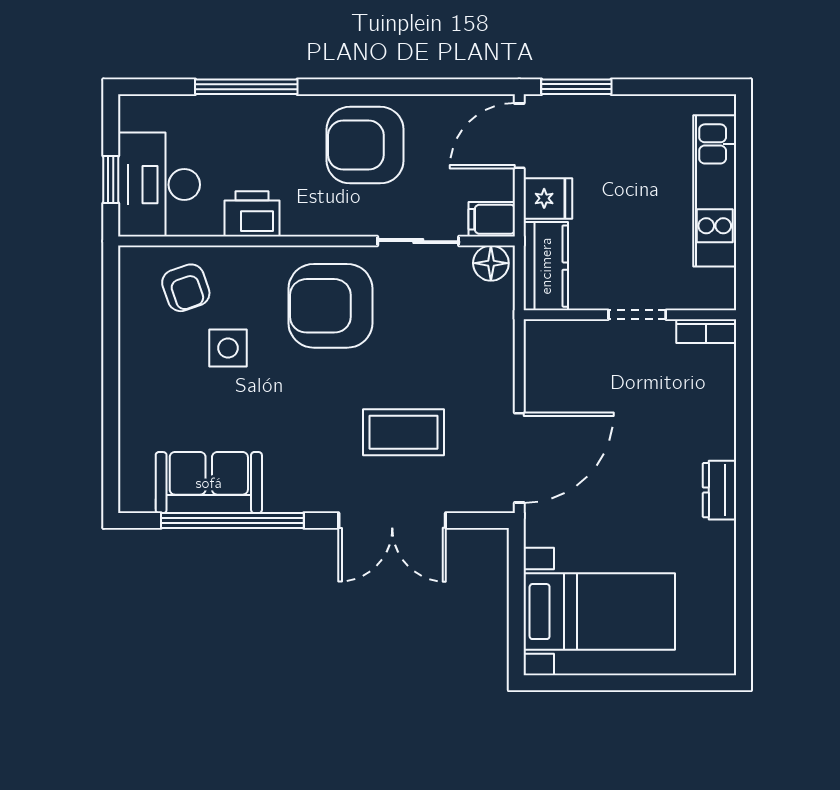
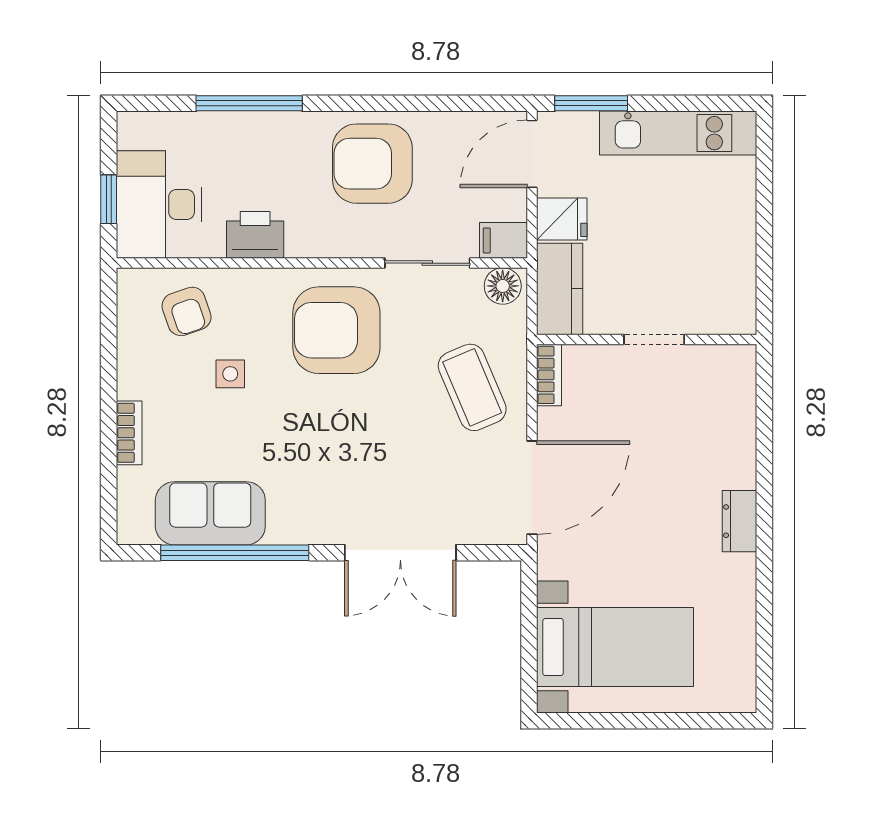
kitchen unit: (715, 191) -> (678, 133), moved, turned -90
bookcase: (706, 331) -> (549, 375), moved, turned -90
side table: (228, 348) -> (230, 374), width x0.73, depth x0.73
bookcase: (130, 405) -> (129, 433), added
coffee table: (404, 432) -> (472, 387), moved, turned 67

